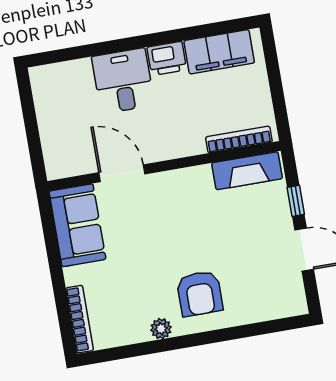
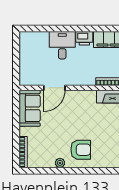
door: (122, 173) -> (54, 88), swing flipped
armchair: (200, 293) -> (81, 150), turned -90

